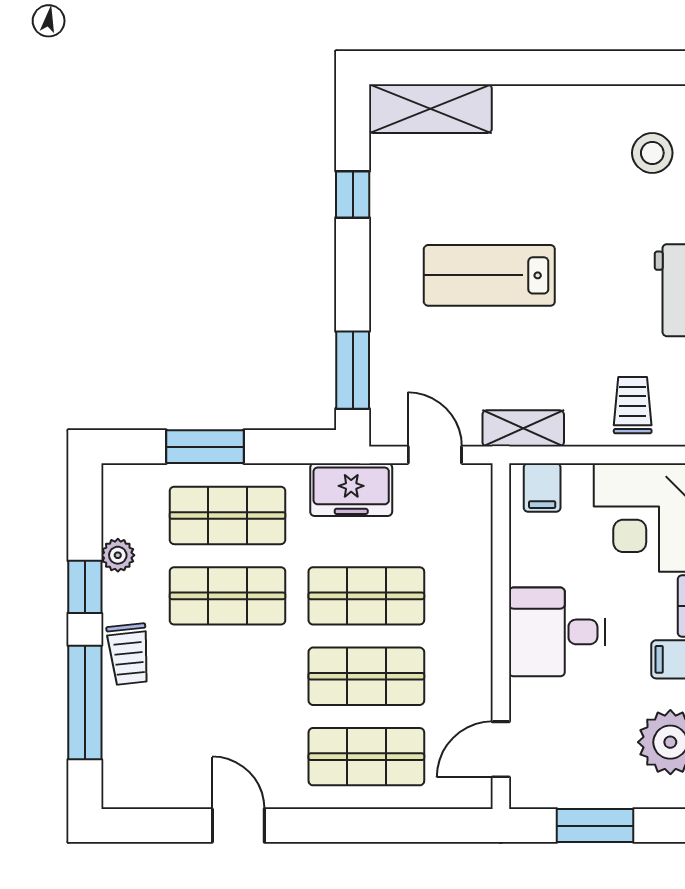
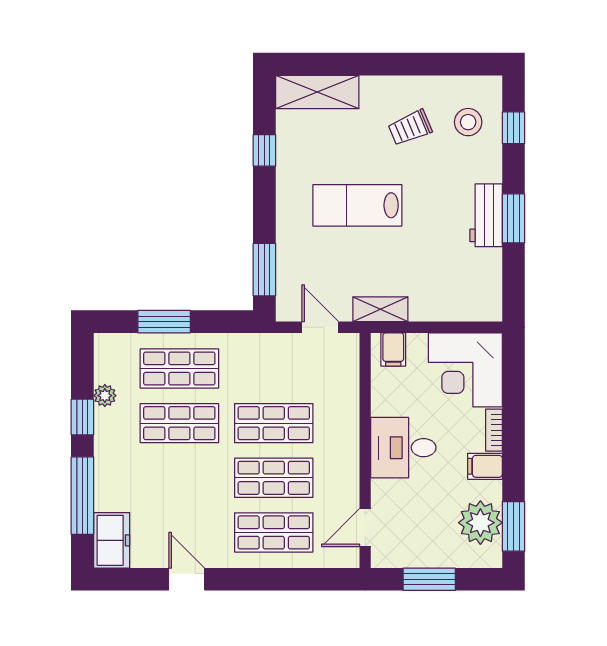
trolley: (633, 405) -> (410, 128), moved, turned -113
freezer: (351, 490) -> (112, 540), moved, turned -90
trolley: (129, 654) -> (112, 463), removed

